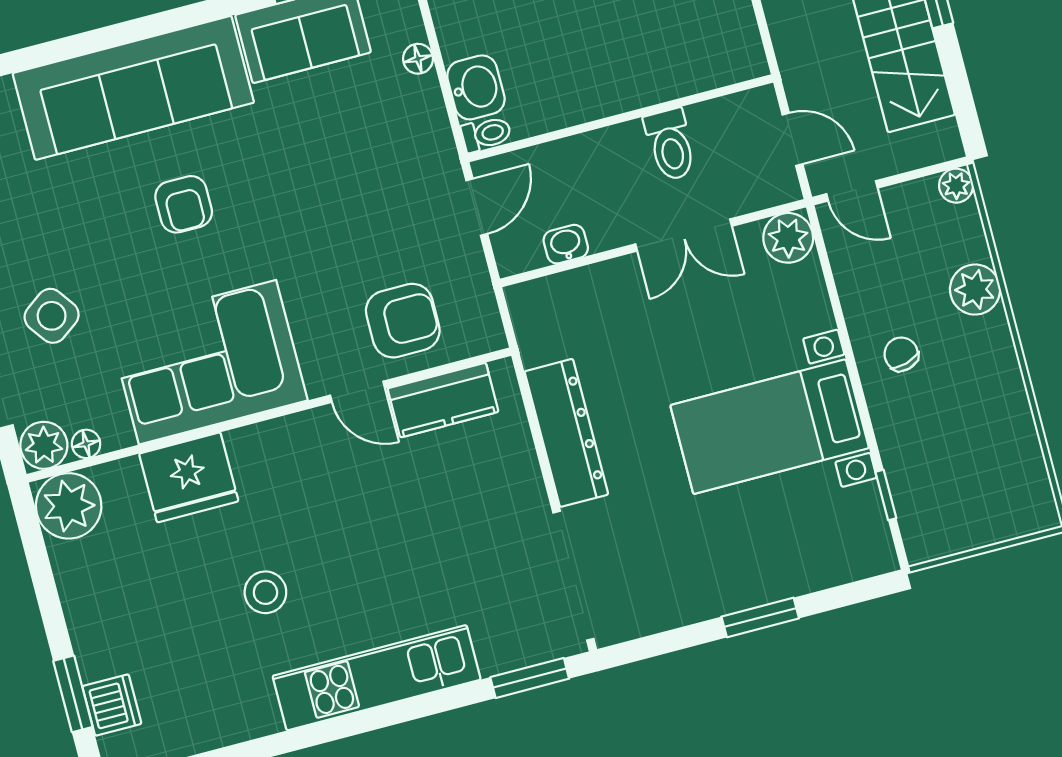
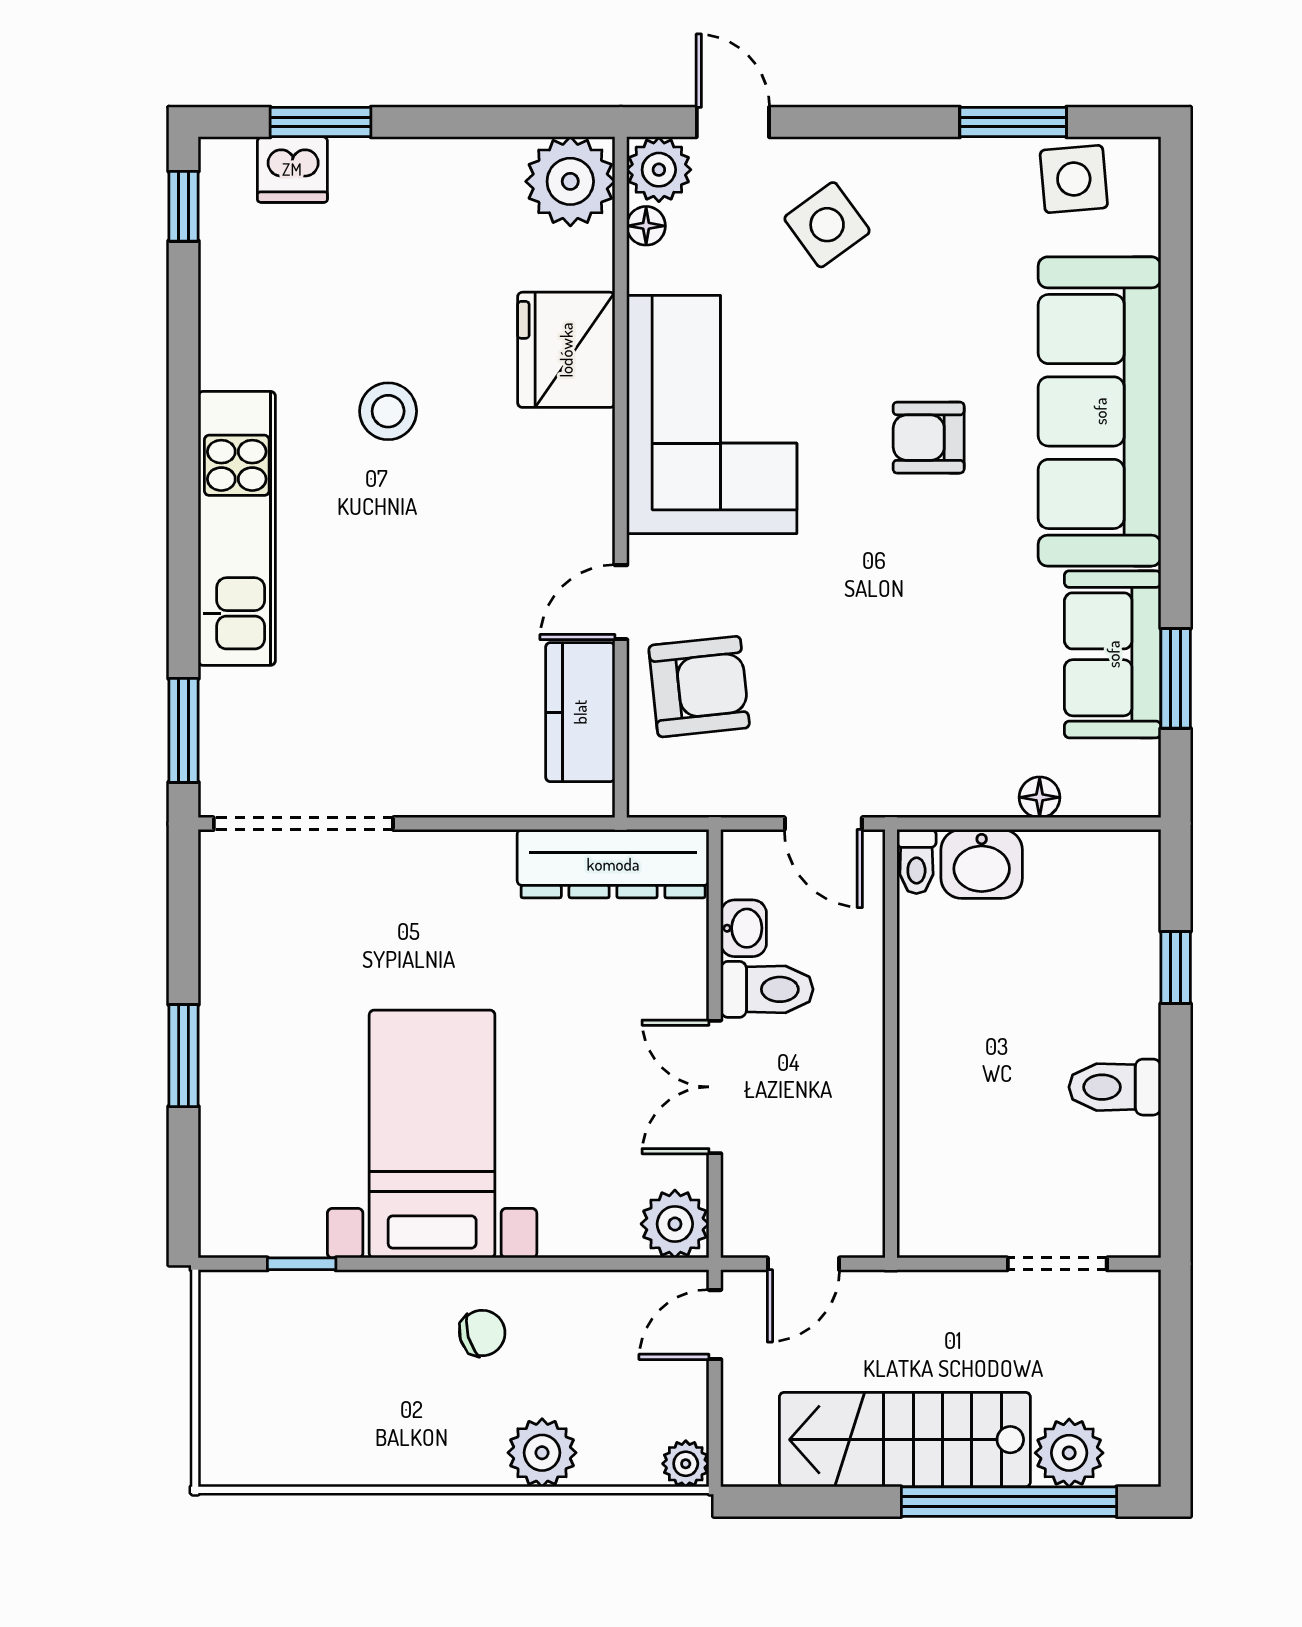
toilet: (670, 145) -> (767, 989), moved, turned 180
armchair: (403, 321) -> (699, 687), turned -96
dresser: (566, 433) -> (613, 864), moved

